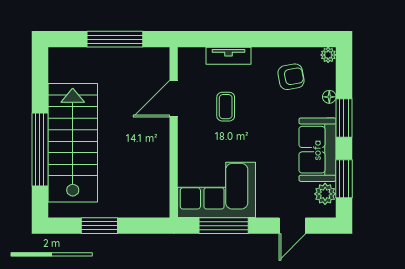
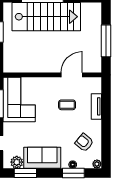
armchair: (291, 77) -> (84, 143), turned 140
door: (174, 99) -> (72, 75), hinge flipped
window: (344, 118) -> (73, 173), moved

